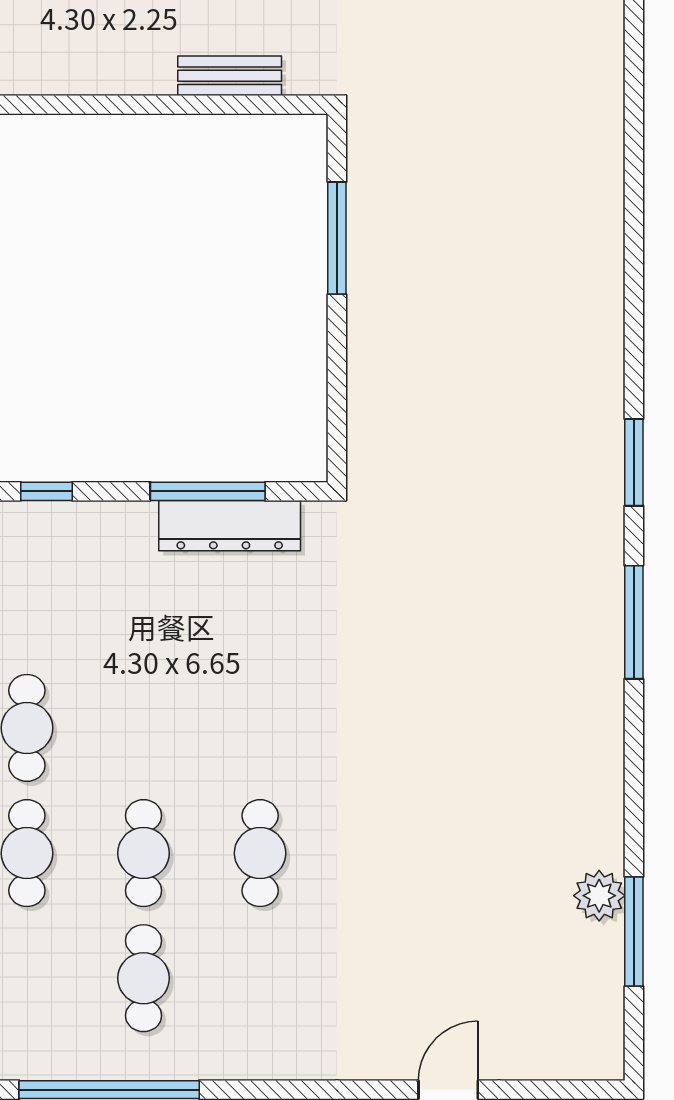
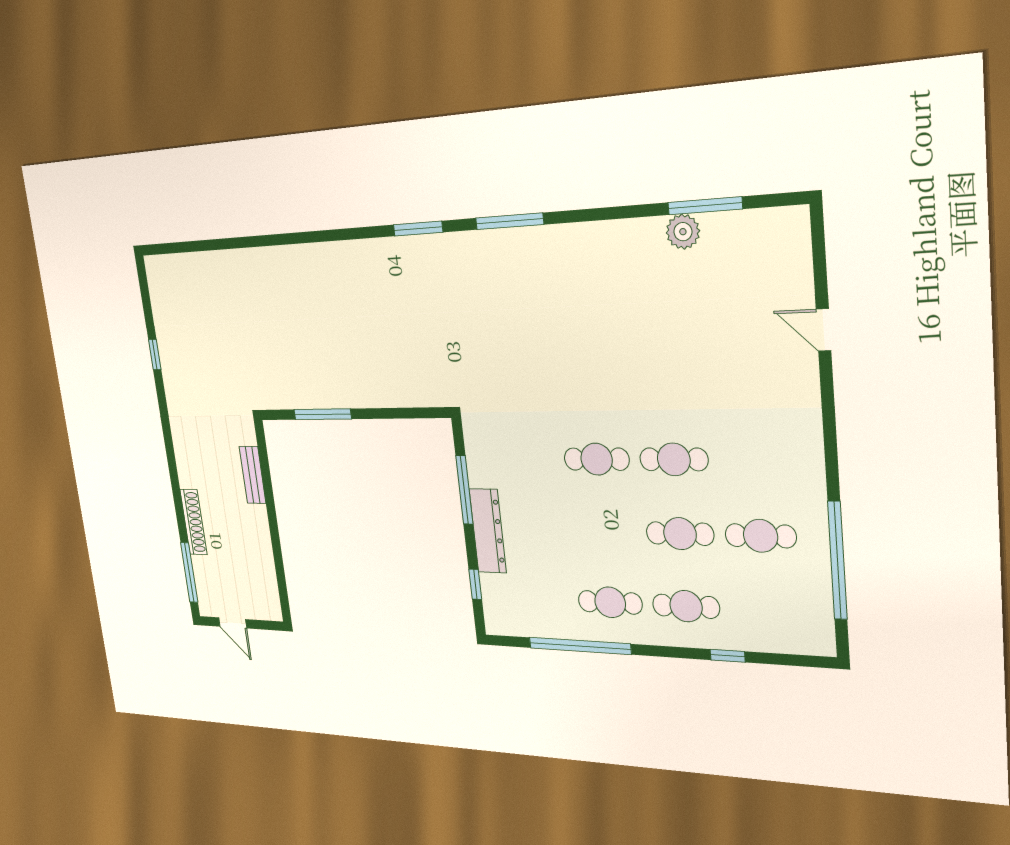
dresser: (230, 526) -> (488, 531), moved
cafe table: (260, 728) -> (597, 459), added

